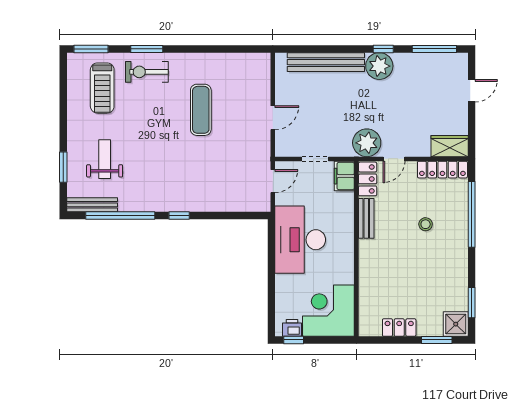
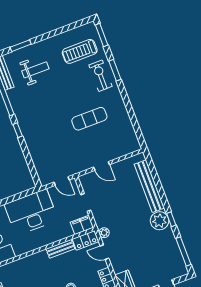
plant: (367, 143) -> (104, 233), width x0.53, depth x0.53

